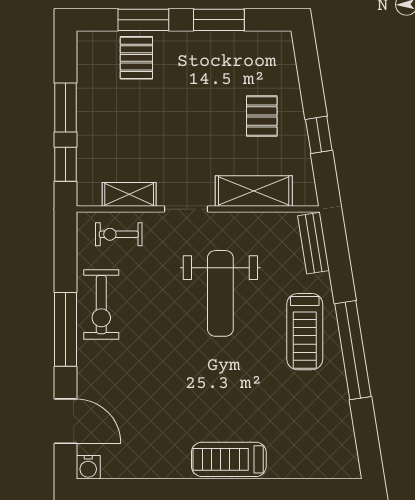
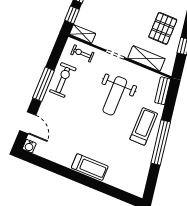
pallet: (262, 116) -> (163, 28), width x1.50, depth x1.42
shelving: (129, 194) -> (83, 34), moved
exercise bike: (101, 305) -> (63, 80), turned 180
treadmill: (305, 332) -> (144, 126), turned 180
treadmill: (229, 459) -> (90, 167), turned 180

